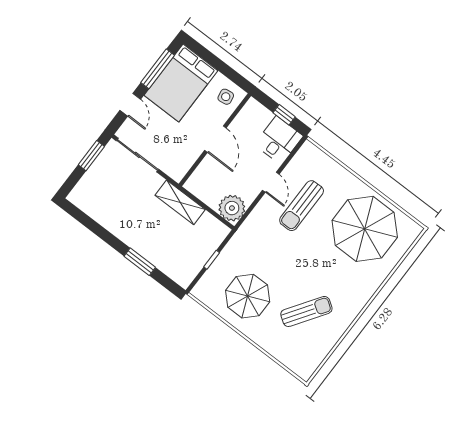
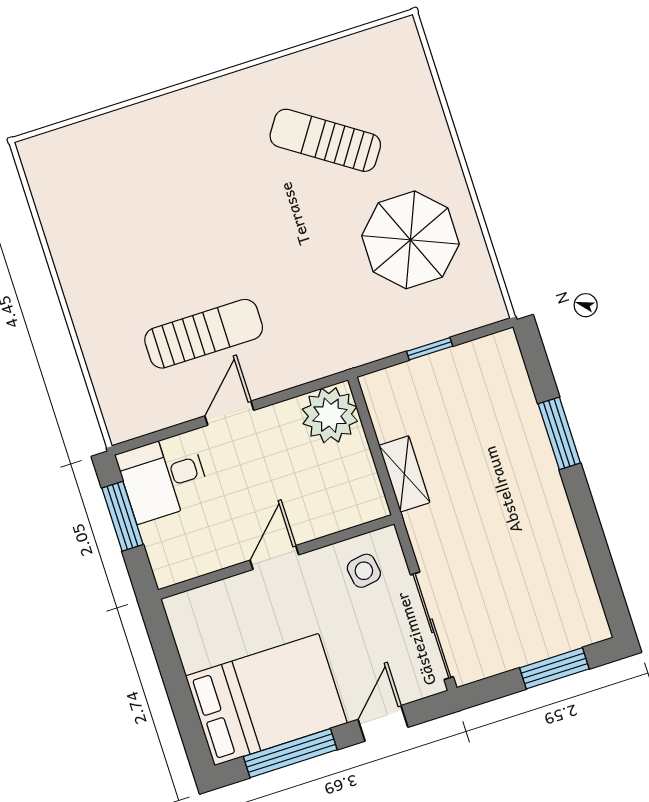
side table: (226, 97) -> (364, 571), moved
window: (284, 115) -> (122, 516), width x1.50
door: (215, 139) -> (274, 558), width x0.73
window: (91, 156) -> (554, 668), moved
shelving: (180, 202) -> (404, 474), width x0.67, depth x0.75
parasol: (365, 229) -> (120, 215), removed

